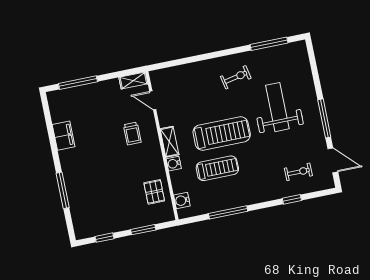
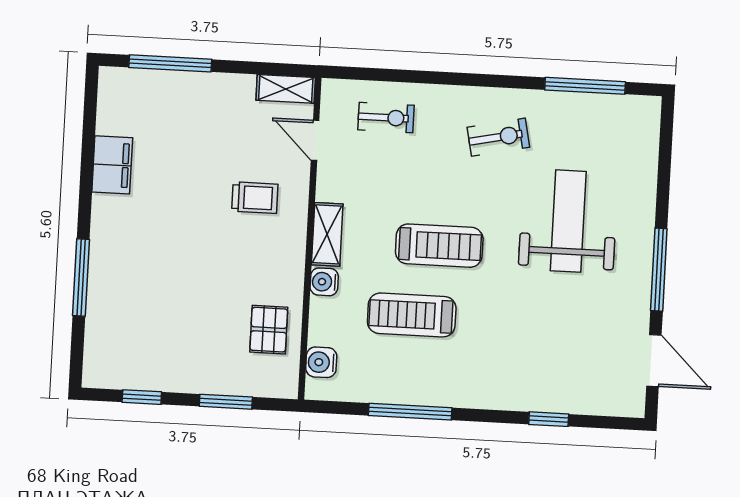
trolley: (132, 134) -> (255, 198), turned -90
treadmill: (222, 134) -> (439, 246), width x0.73, depth x0.73
treadmill: (217, 168) -> (412, 315), turned 180
exercise bike: (298, 172) -> (386, 118), moved

